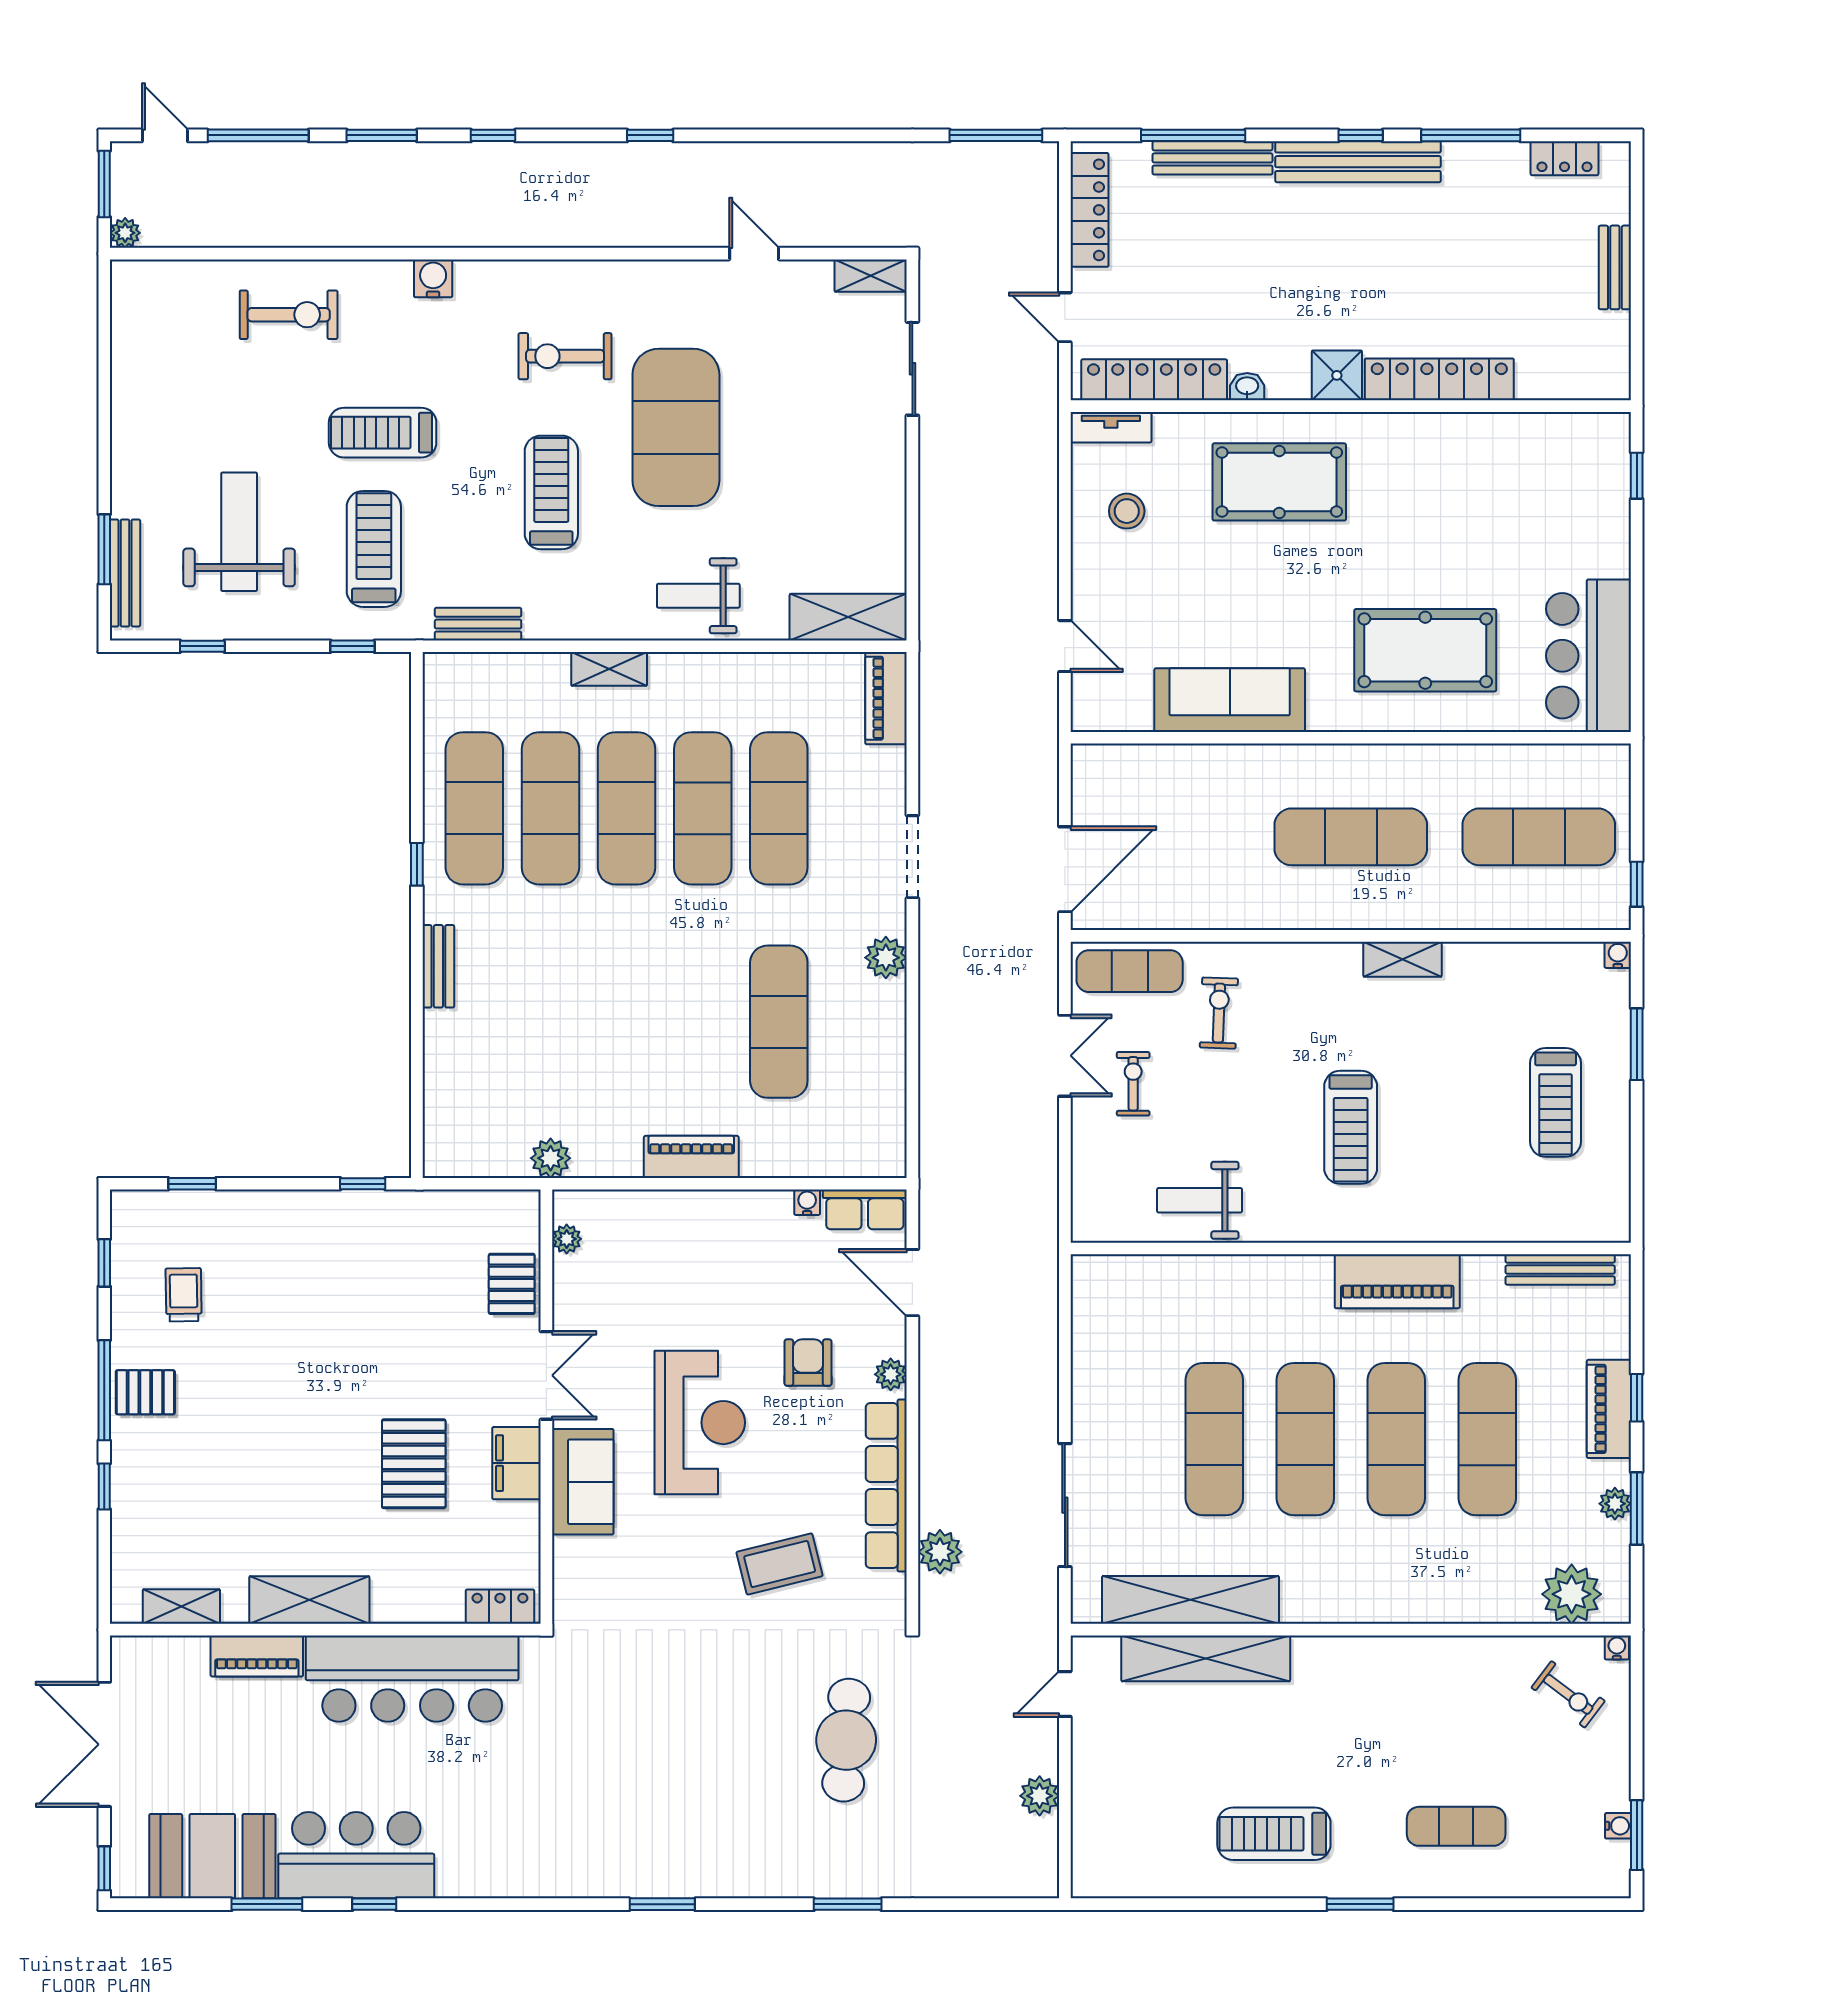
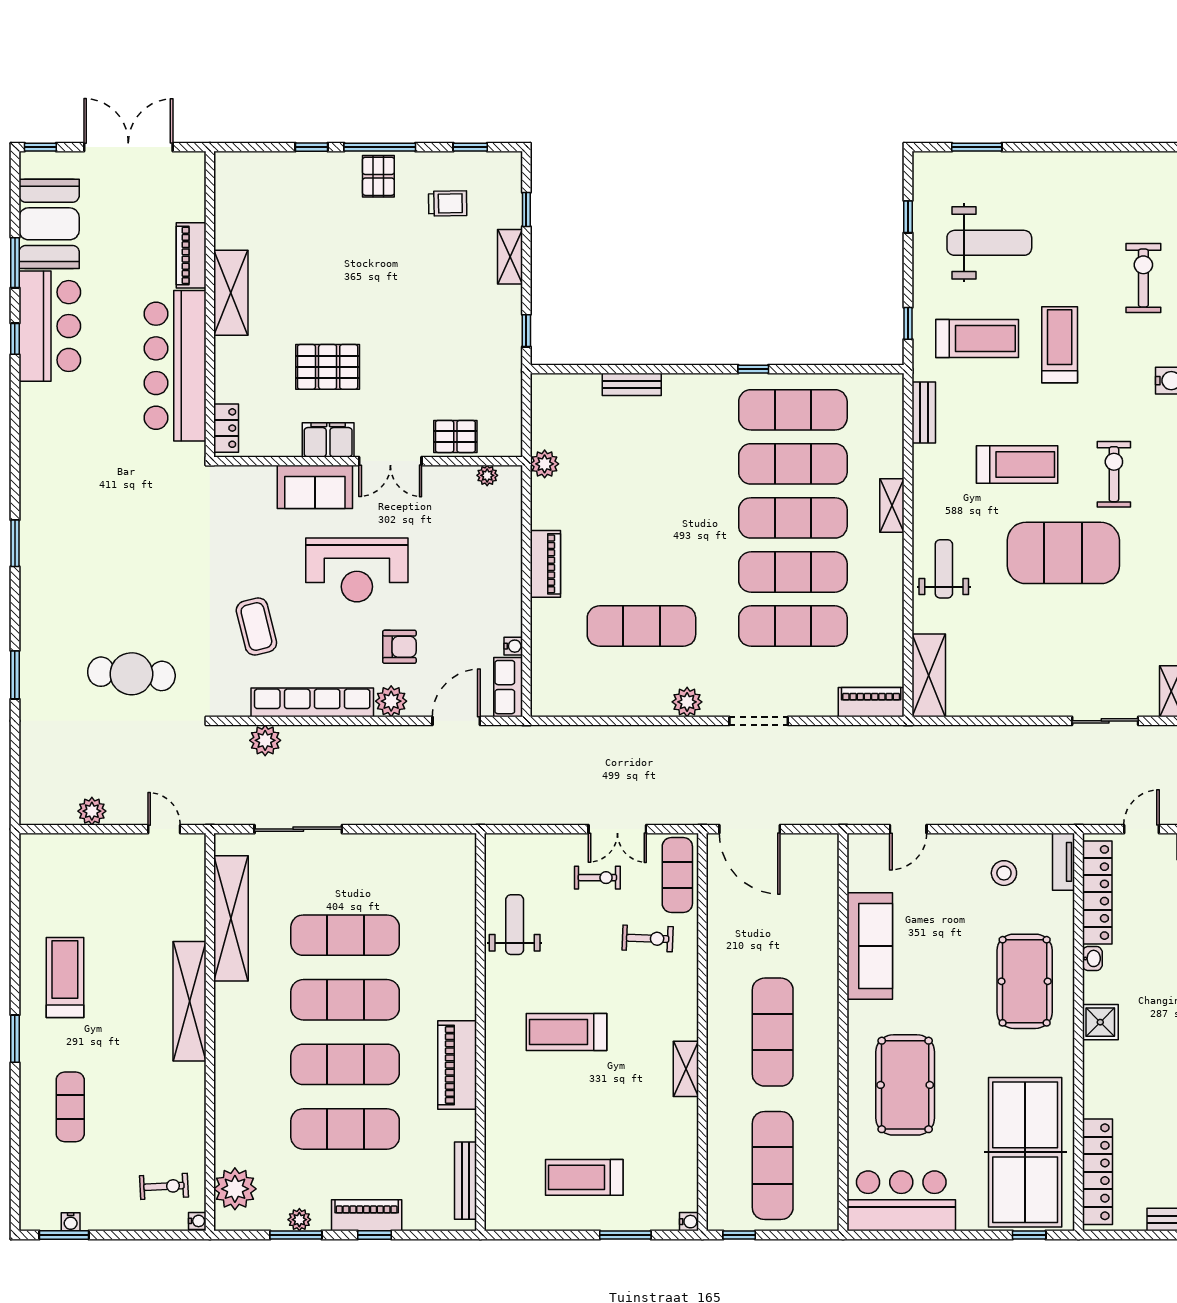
exercise bike: (289, 315) -> (1143, 278), turned 180
locker: (1439, 379) -> (1097, 1172), moved
table tennis table: (1520, 481) -> (1025, 1152), added
bench: (125, 573) -> (960, 162), removed
bench: (438, 966) -> (632, 384), moved
plant: (891, 1374) -> (391, 701), width x1.38, depth x1.38
shelving: (181, 1607) -> (510, 257), moved
shelving: (1206, 1658) -> (189, 1001), moved
exercise bike: (1568, 1694) -> (164, 1186), turned -130

